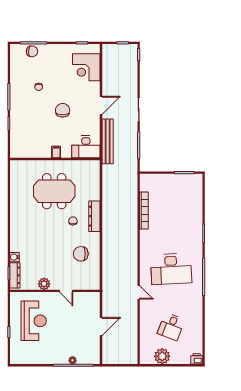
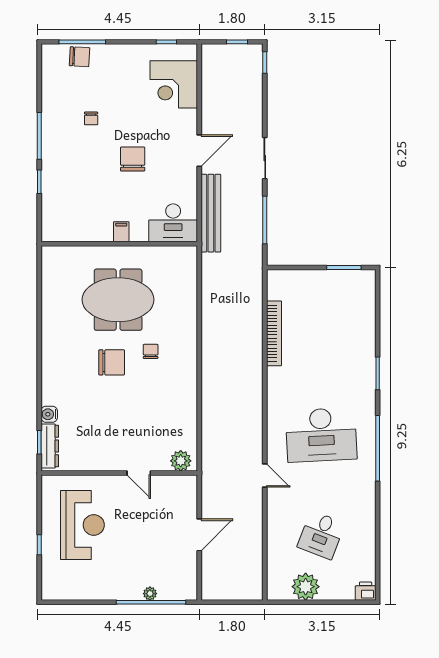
dresser: (94, 216) -> (188, 343), removed
chair: (81, 254) -> (112, 362), moved, turned 180
plant: (44, 284) -> (181, 461), moved

